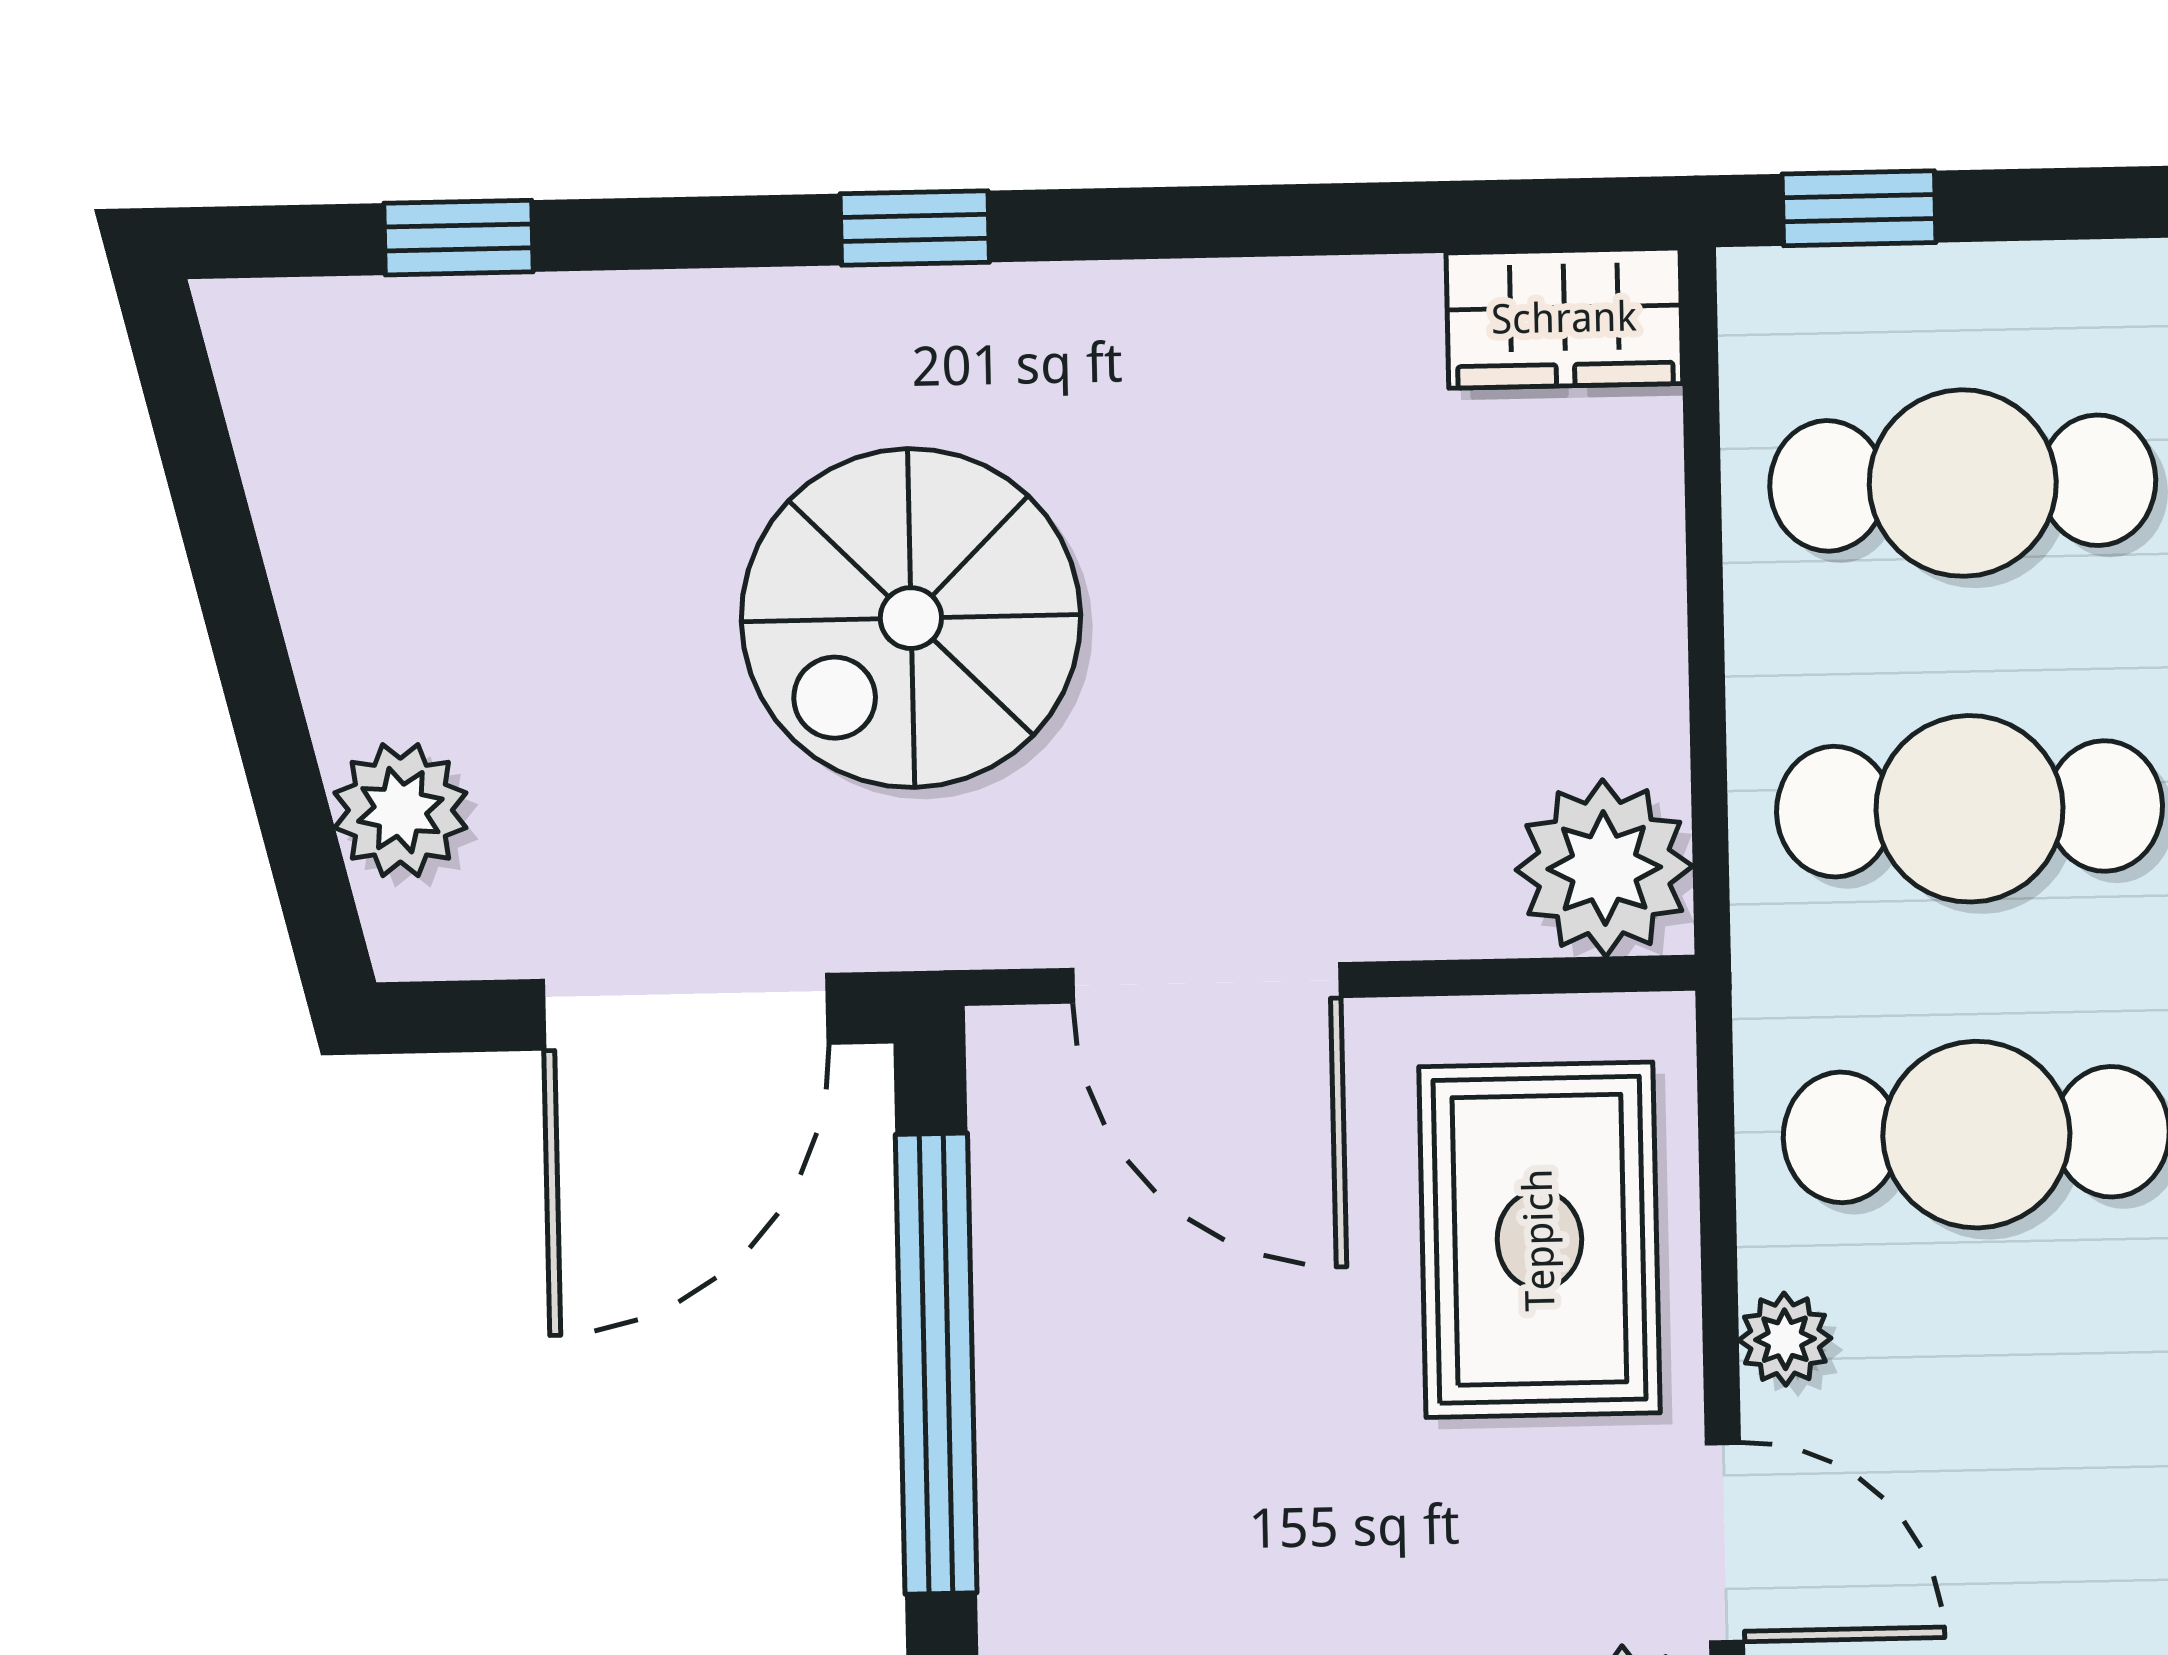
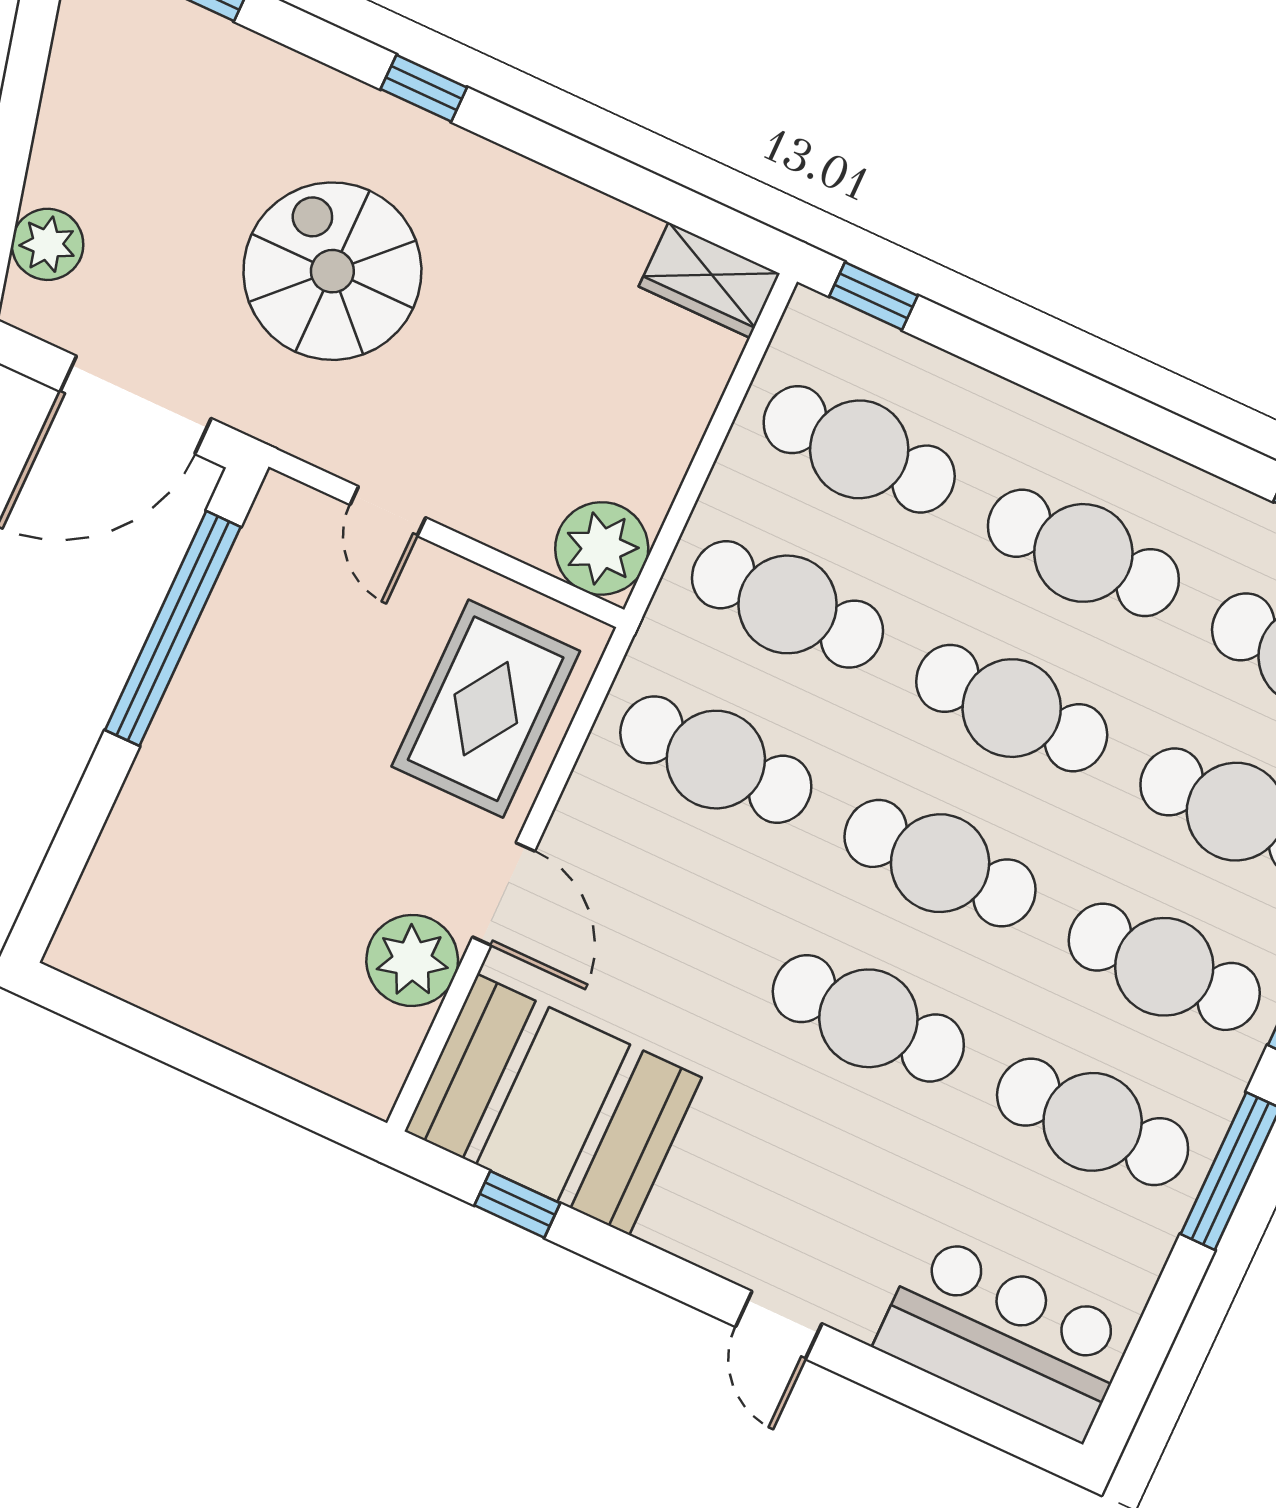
spiral stairs: (911, 618) -> (332, 271), turned 90
door: (1207, 983) -> (388, 511), width x0.53
plant: (1785, 1339) -> (579, 812), removed

